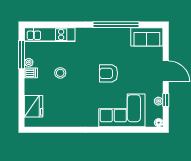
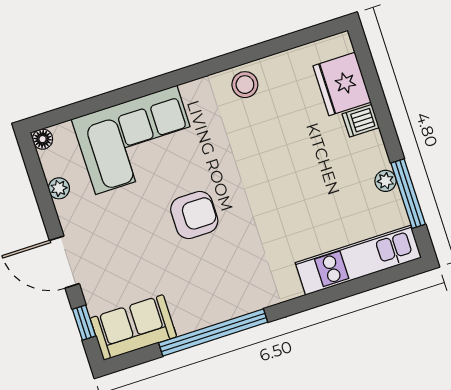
dishwasher: (31, 73) -> (361, 121), moved
stool: (60, 73) -> (245, 85), moved
window: (166, 100) -> (84, 323), moved

